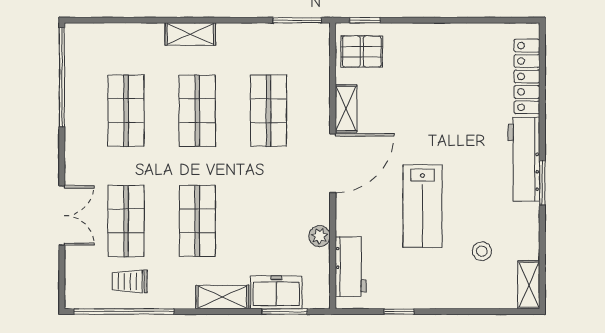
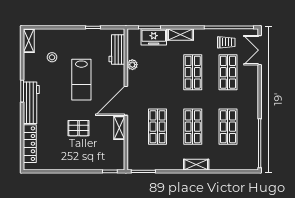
pallet: (362, 52) -> (78, 128), moved
lab bench: (422, 206) -> (81, 80), turned 180
double door: (62, 215) -> (260, 50), moved

